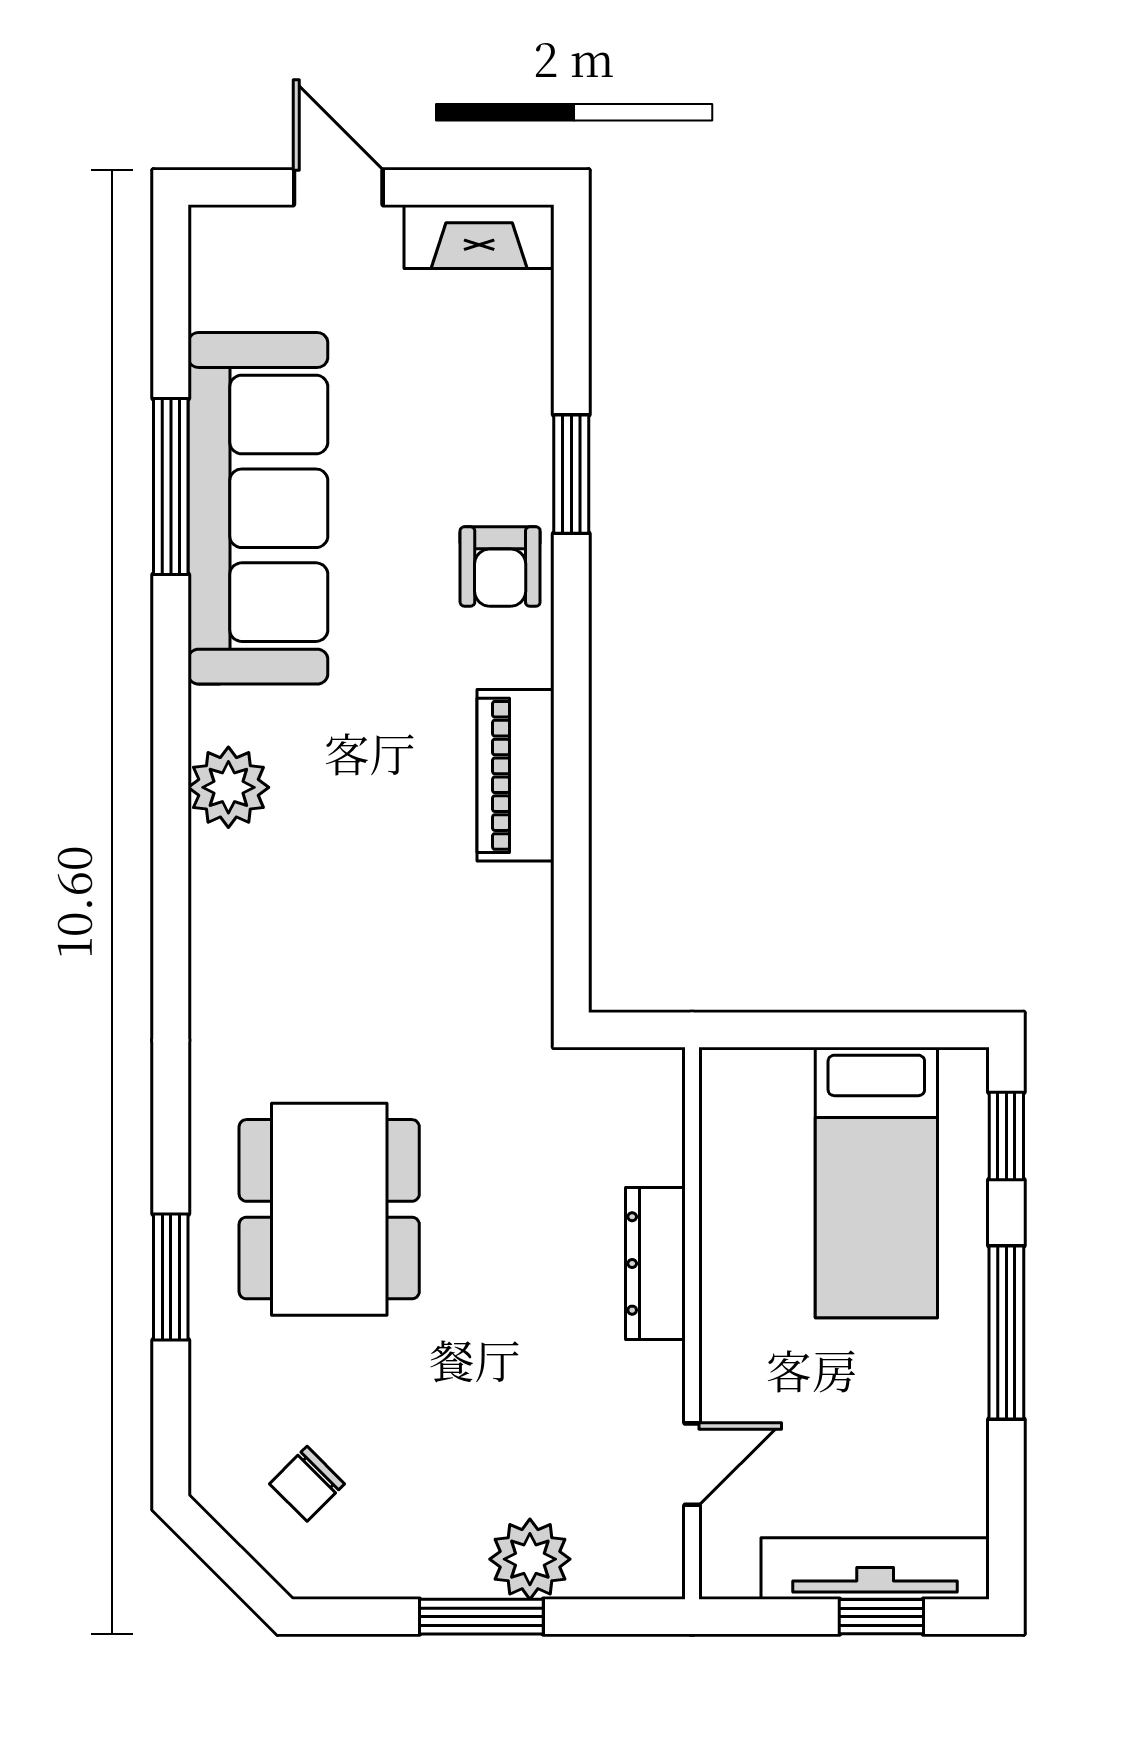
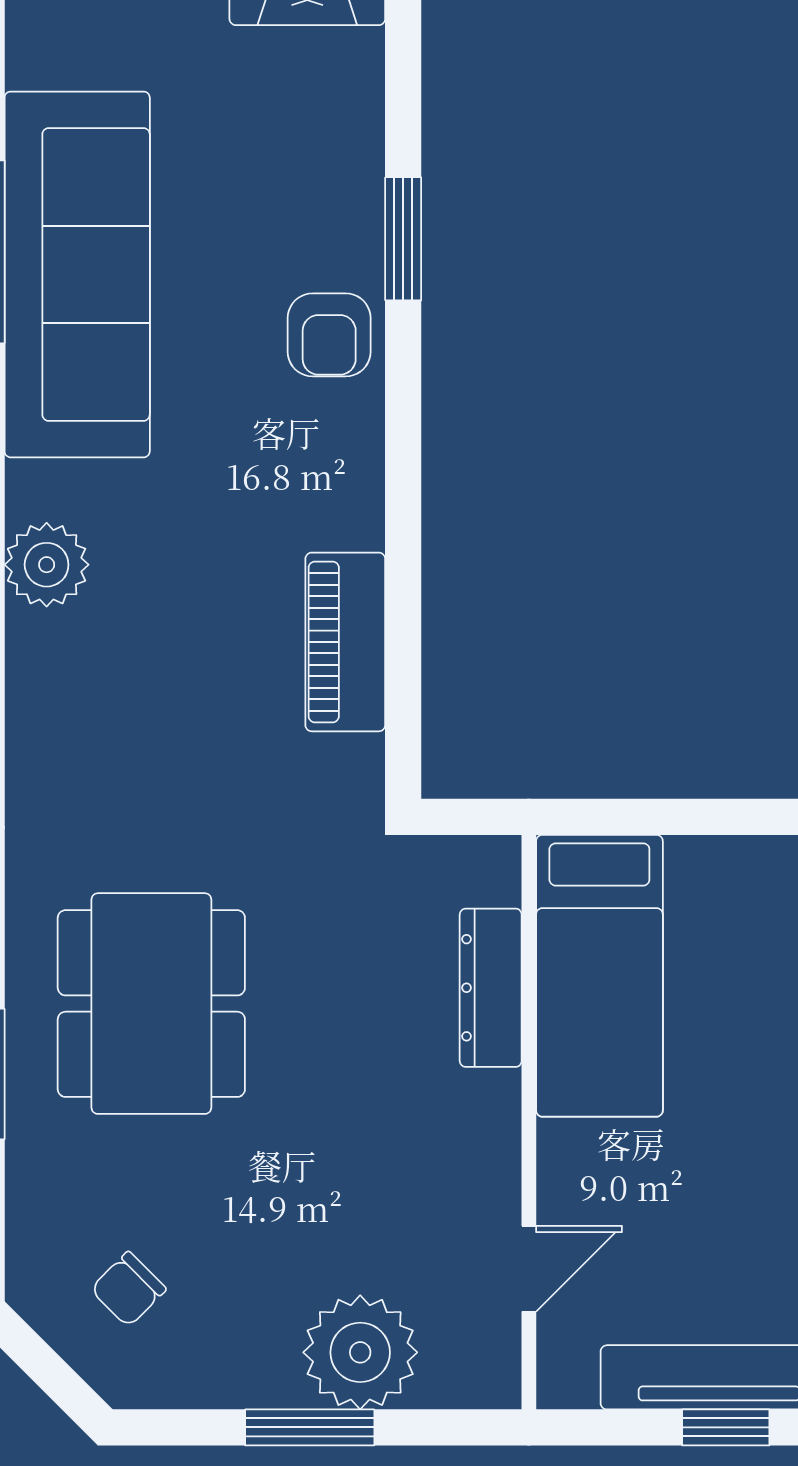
piano: (516, 775) -> (345, 642), moved
bed: (876, 1182) -> (599, 976), moved
dresser: (655, 1263) -> (491, 988), moved
plant: (530, 1559) -> (360, 1352), width x1.36, depth x1.36

